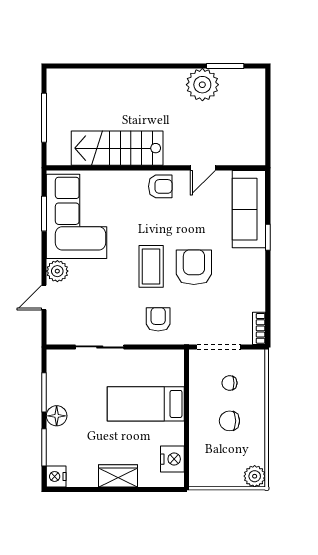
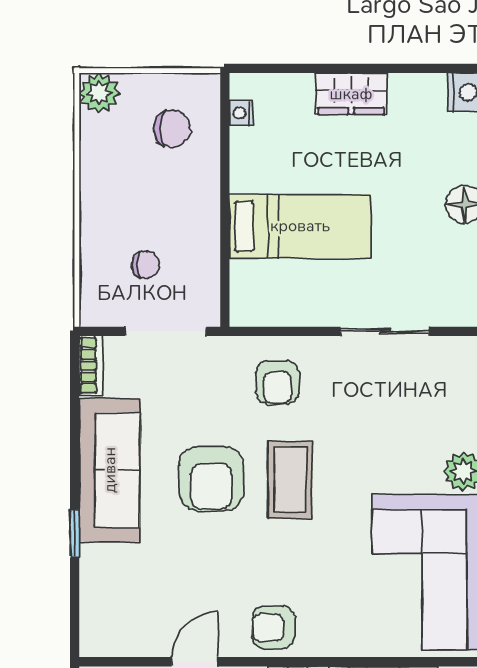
sofa: (249, 209) -> (110, 470), moved
chair: (229, 421) -> (172, 129), moved
nightstand: (172, 459) -> (241, 113), width x0.53, depth x0.56

